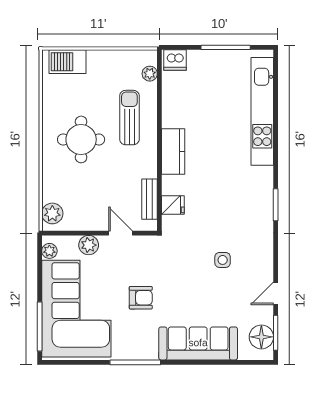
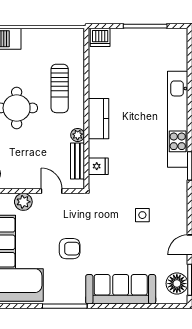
plant: (150, 74) -> (78, 135), moved
kitchen unit: (262, 111) -> (178, 119), moved
sun lounger: (129, 118) -> (60, 88), turned 180

